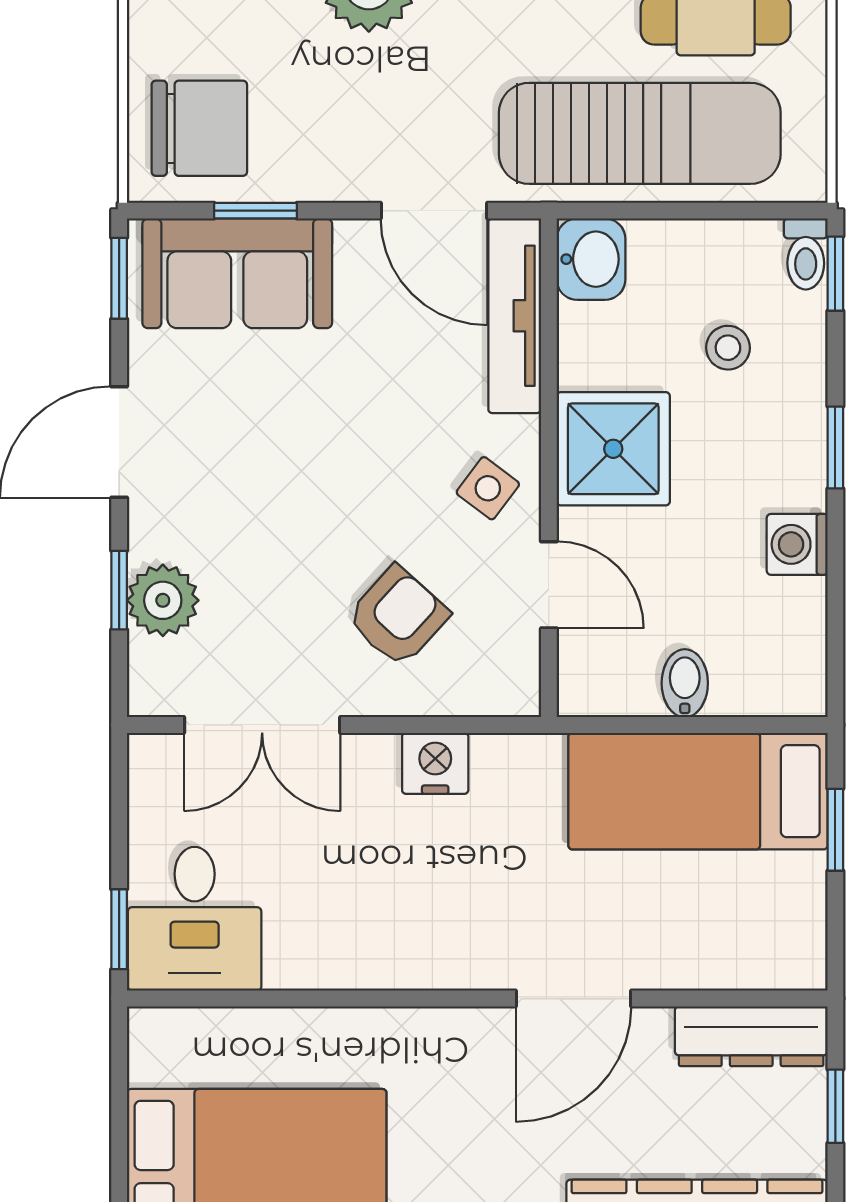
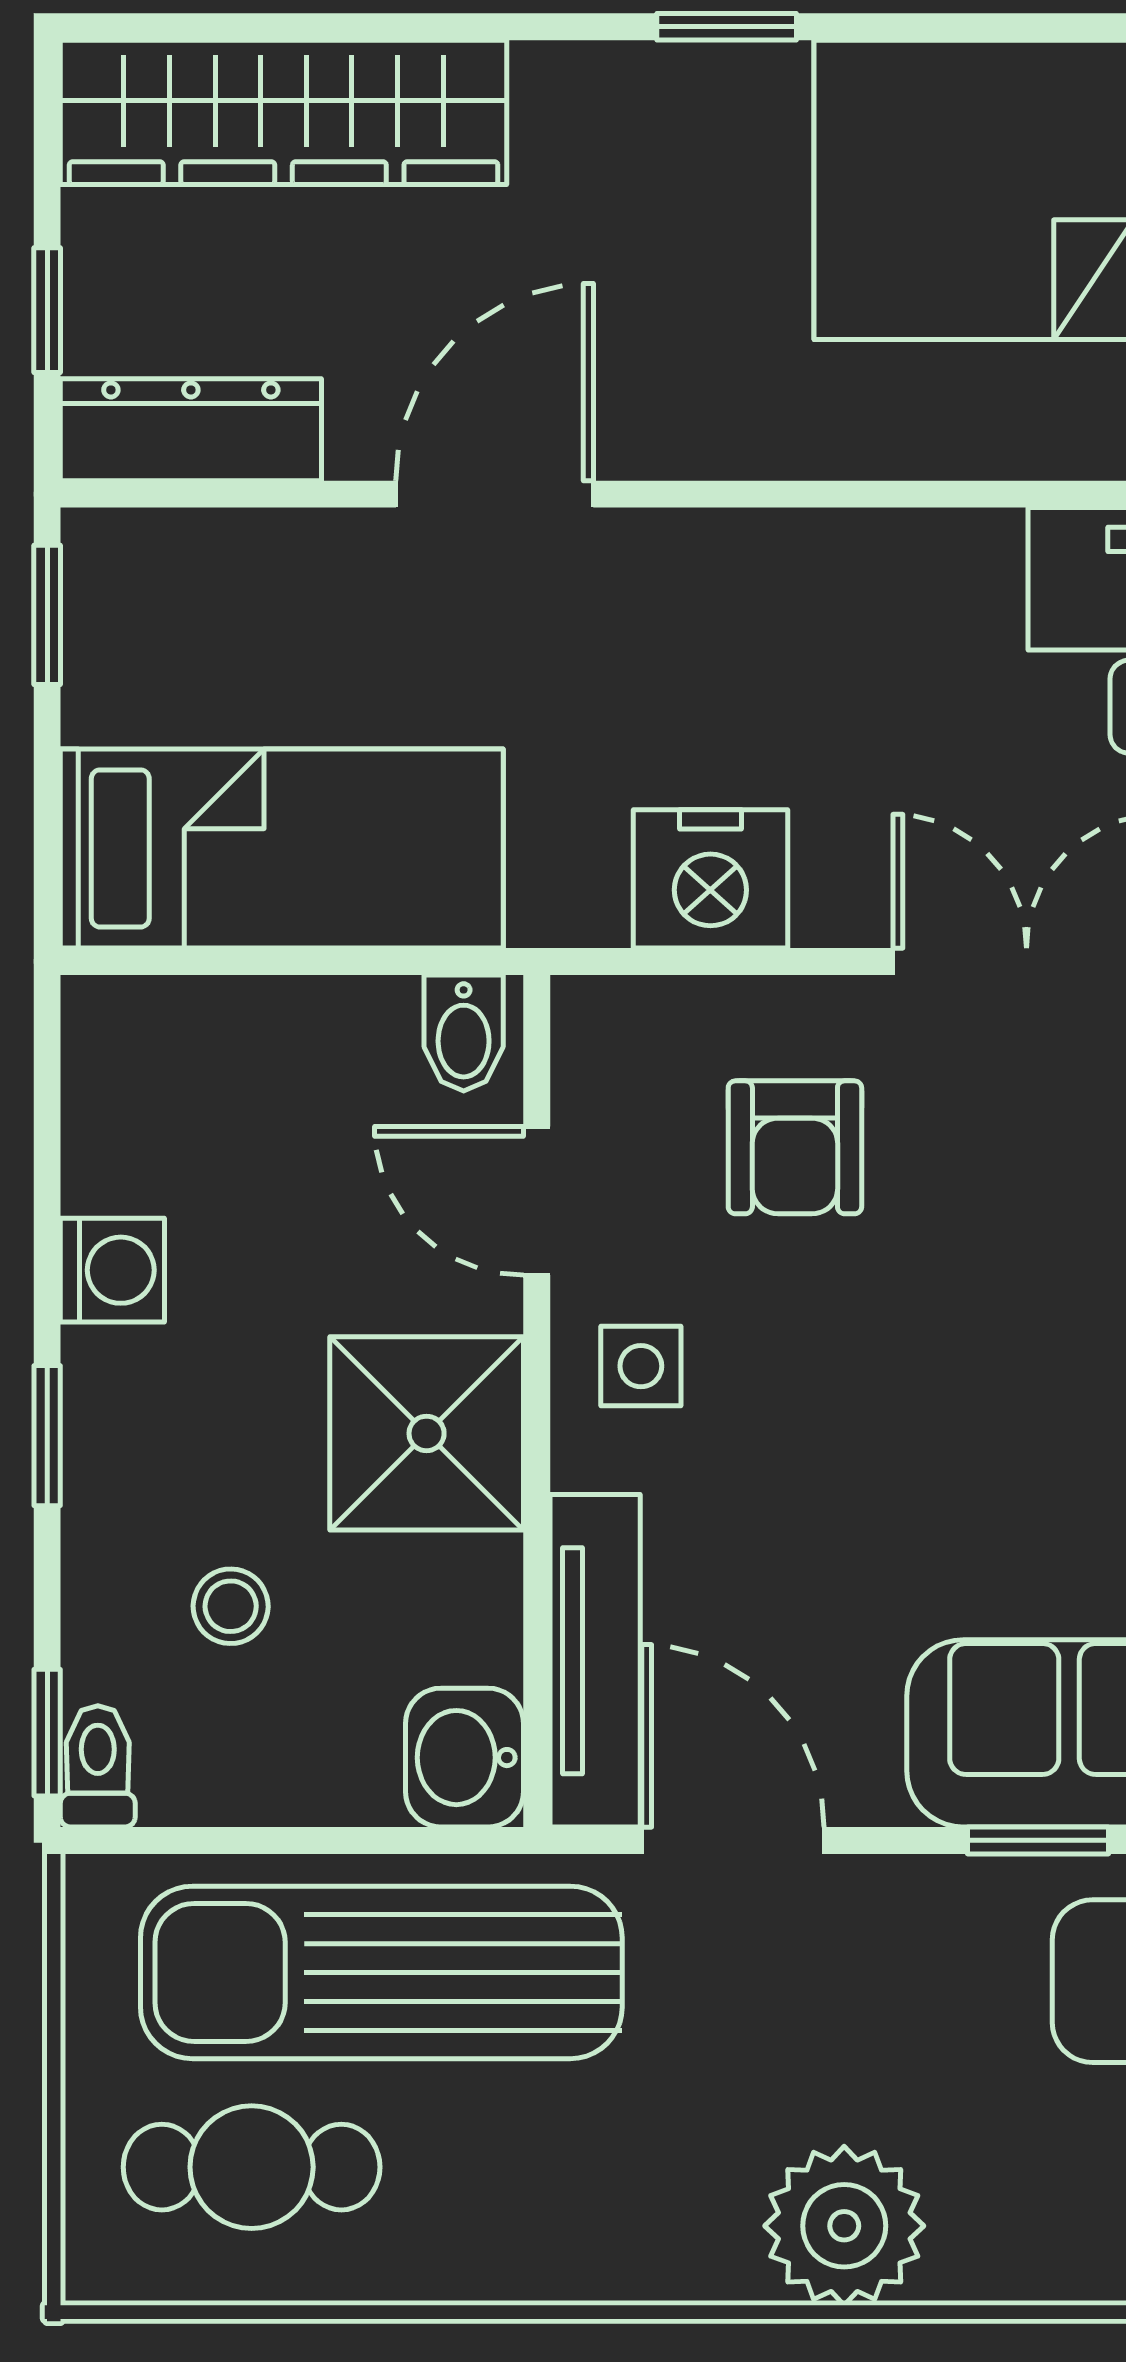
side table: (488, 488) -> (641, 1366), turned -37
armchair: (398, 616) -> (795, 1147), turned -42
bidet: (685, 683) -> (464, 1033), moved
nightstand: (435, 763) -> (710, 879), width x1.36, depth x1.33
window: (835, 830) -> (47, 615), moved

